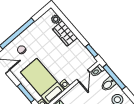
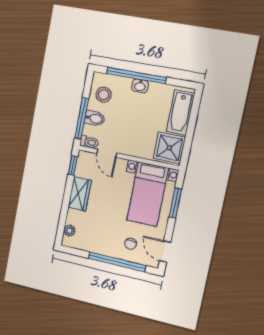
wardrobe: (65, 33) -> (80, 194), moved
door: (83, 76) -> (107, 153), swing flipped

